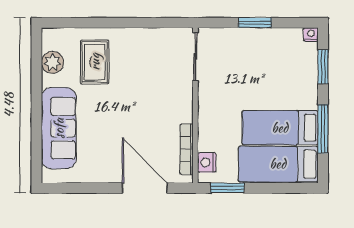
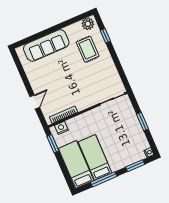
window: (85, 23) -> (105, 36), added
plant: (53, 62) -> (88, 24), moved
rug: (95, 62) -> (88, 49), turned 90
door: (145, 188) -> (35, 102), width x0.53

